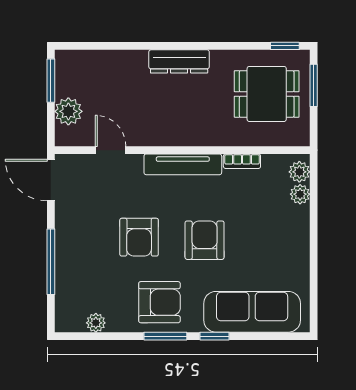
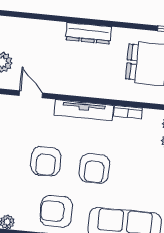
armchair: (205, 240) -> (94, 168), turned 180
armchair: (159, 302) -> (56, 211), turned 180

